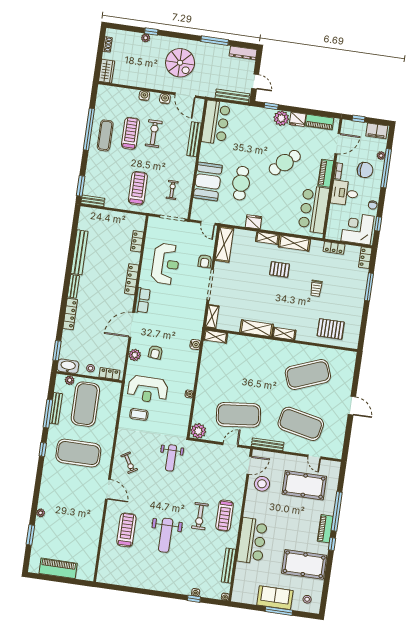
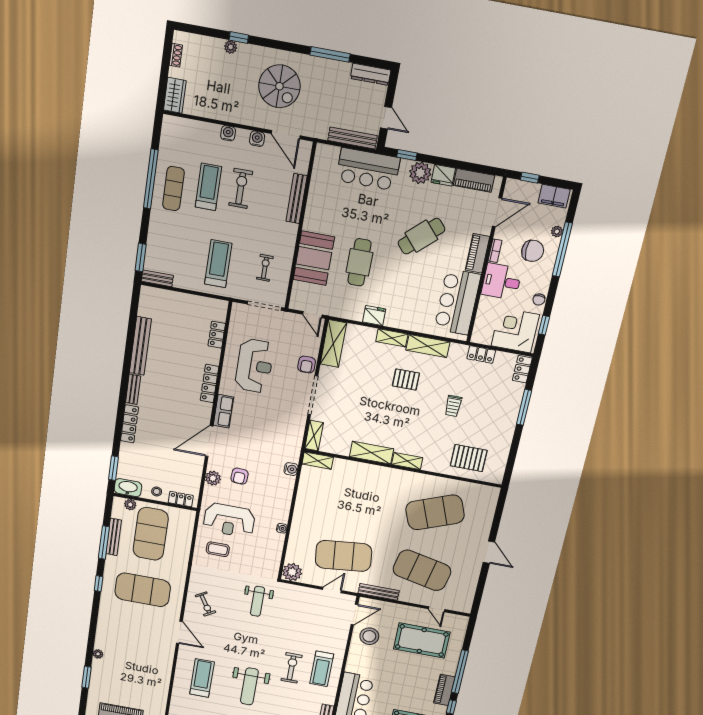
bar counter: (216, 122) -> (368, 169), moved, turned 90
exercise bike: (200, 516) -> (291, 668), turned 180

